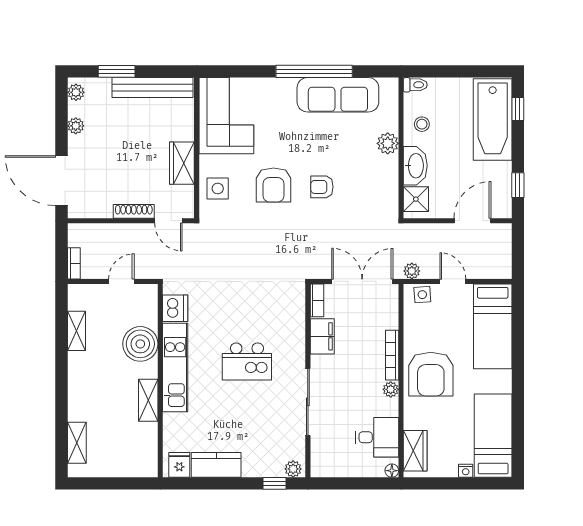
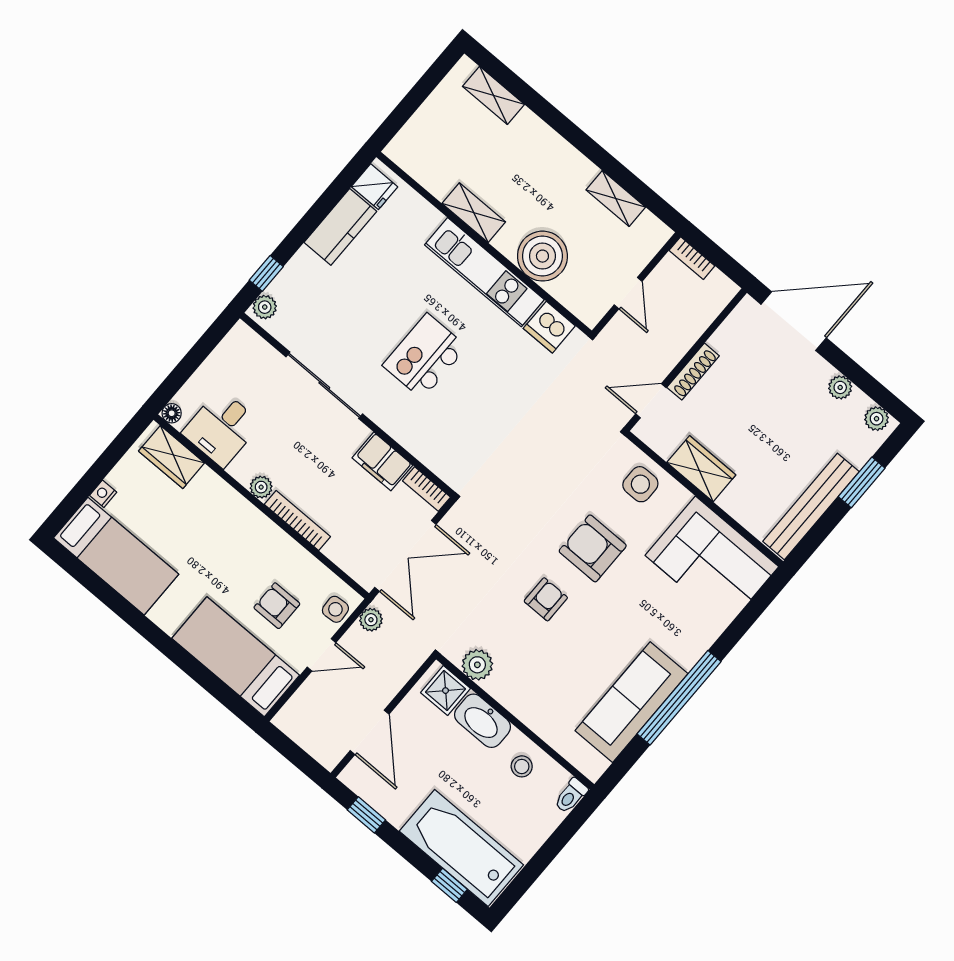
plant: (388, 143) -> (477, 665), moved
armchair: (431, 374) -> (277, 606), moved, width x0.53, depth x0.53

